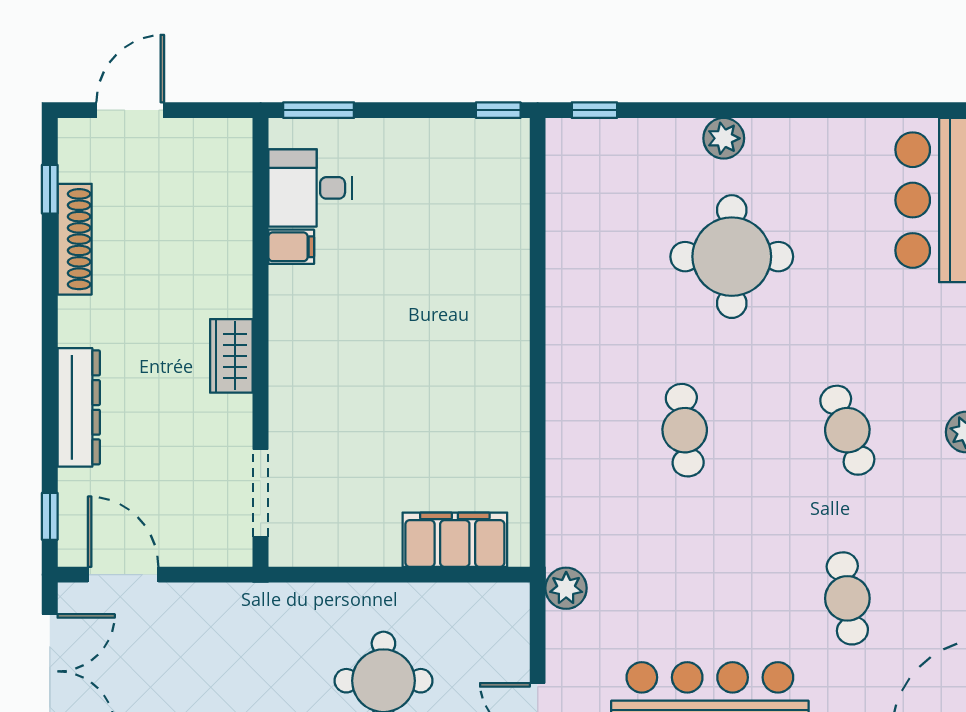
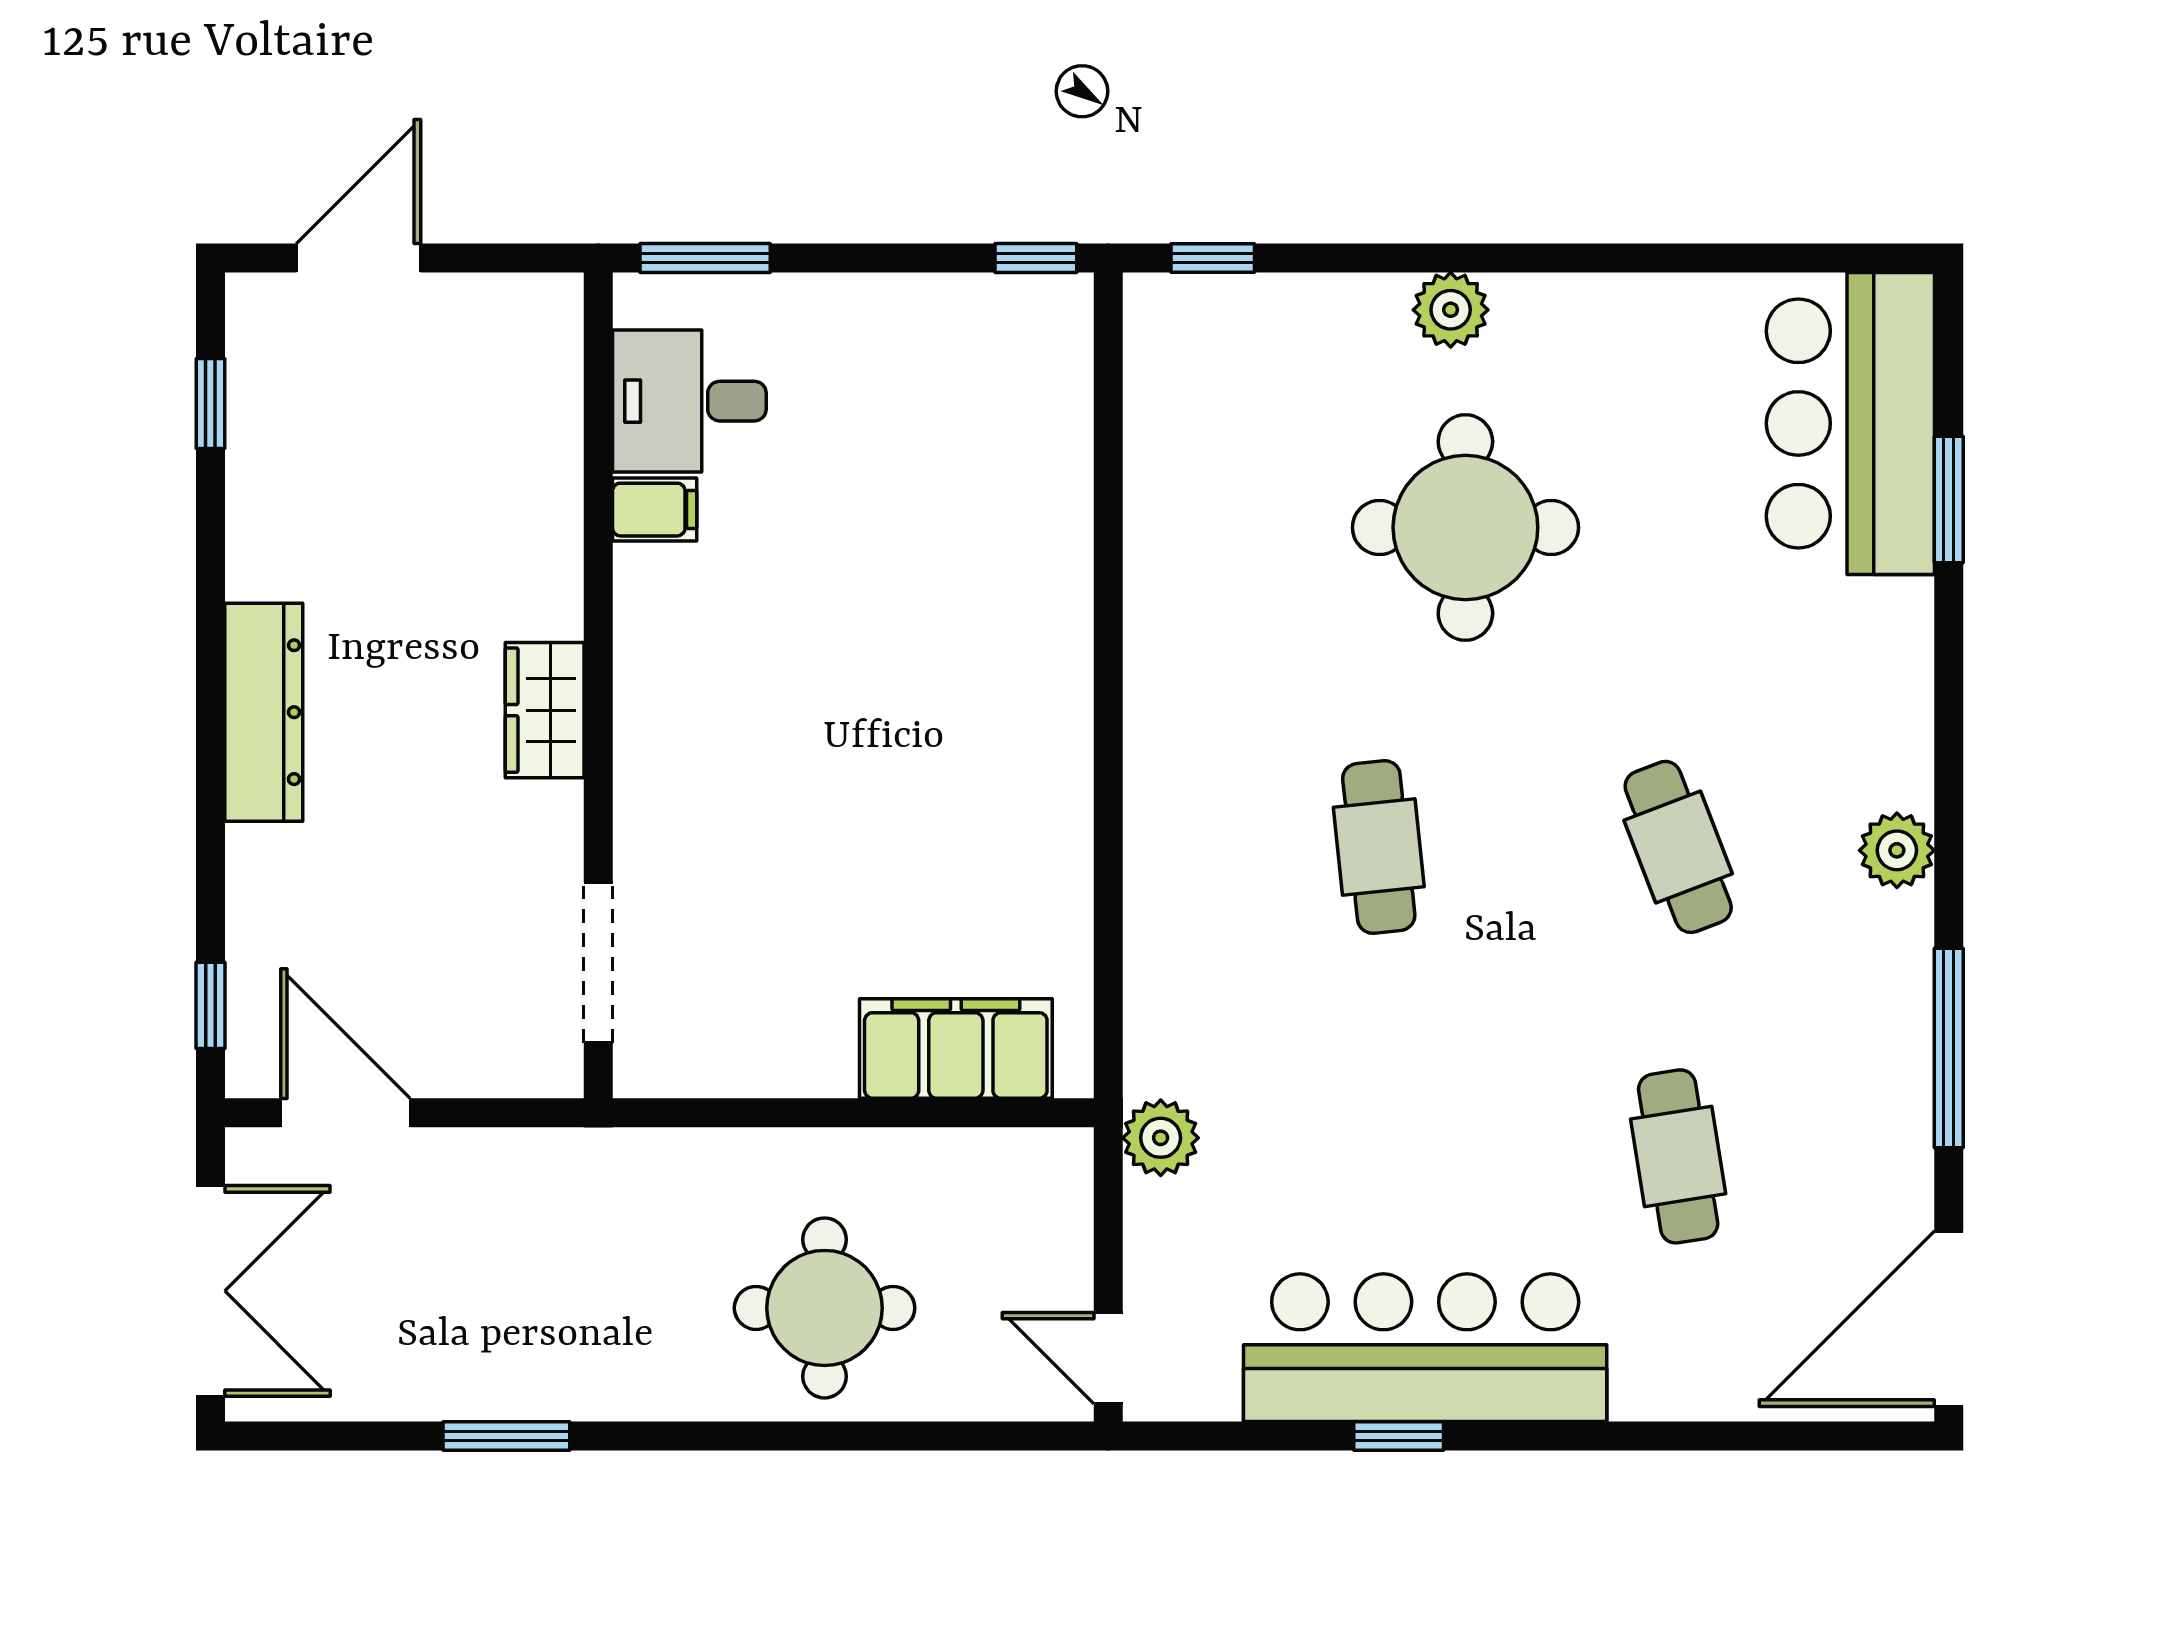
shoe rack: (75, 239) -> (256, 495), removed
dresser: (79, 407) -> (264, 712), moved

